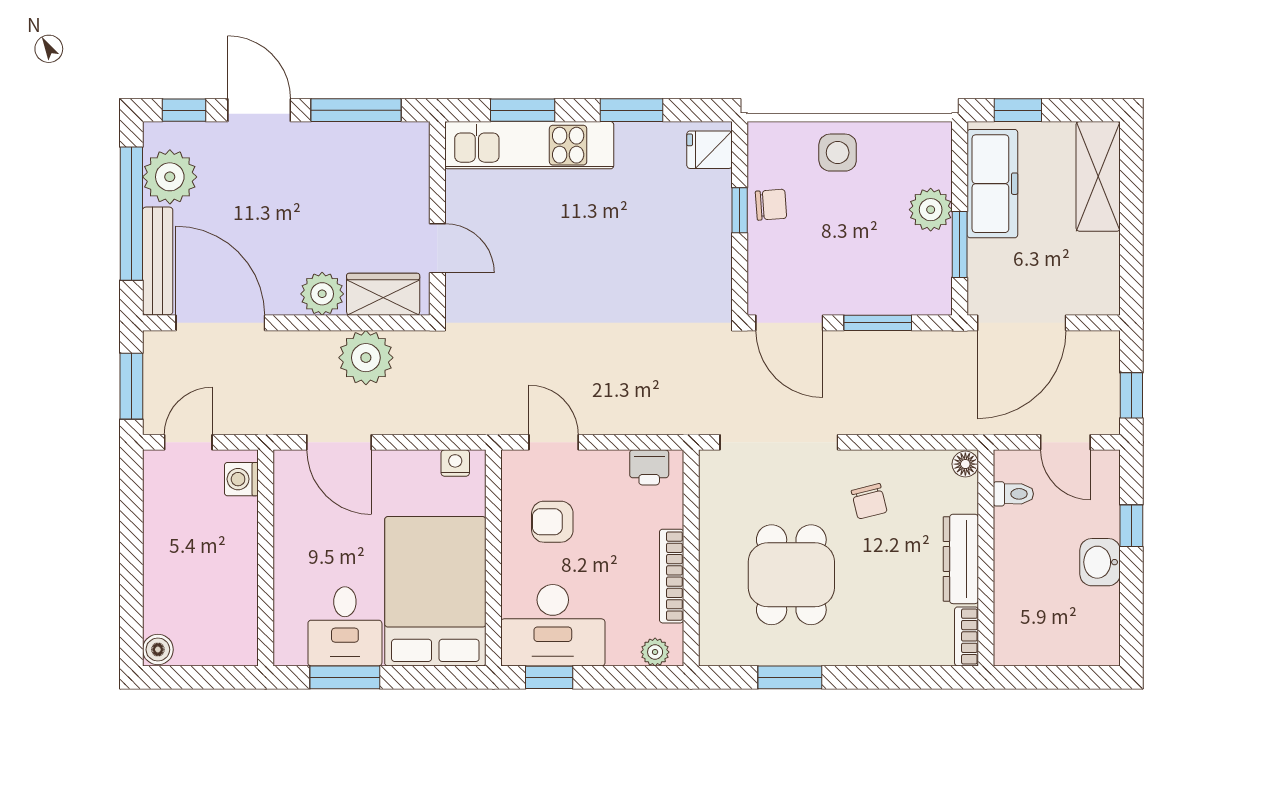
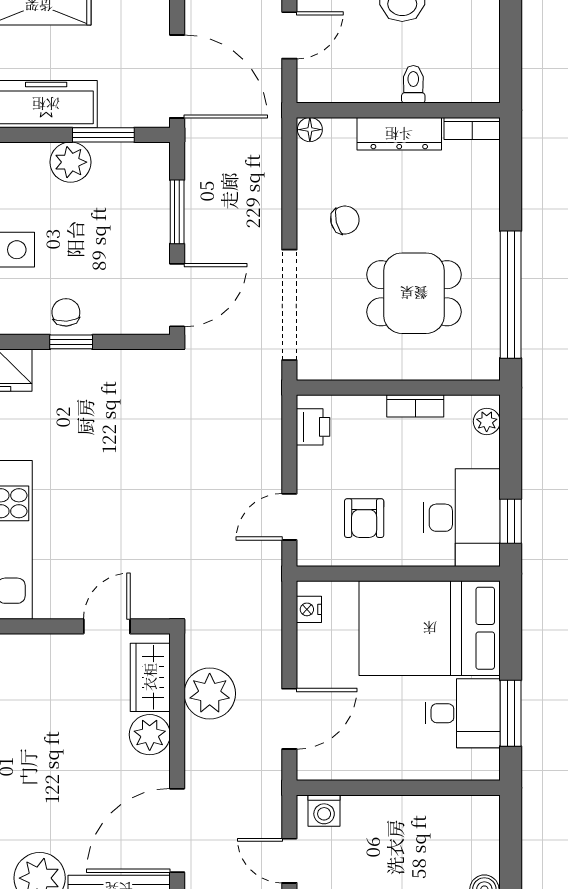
toilet: (1013, 494) -> (413, 84), moved
bookcase: (672, 576) -> (415, 406), width x0.64
window: (790, 677) -> (511, 295), width x2.11

